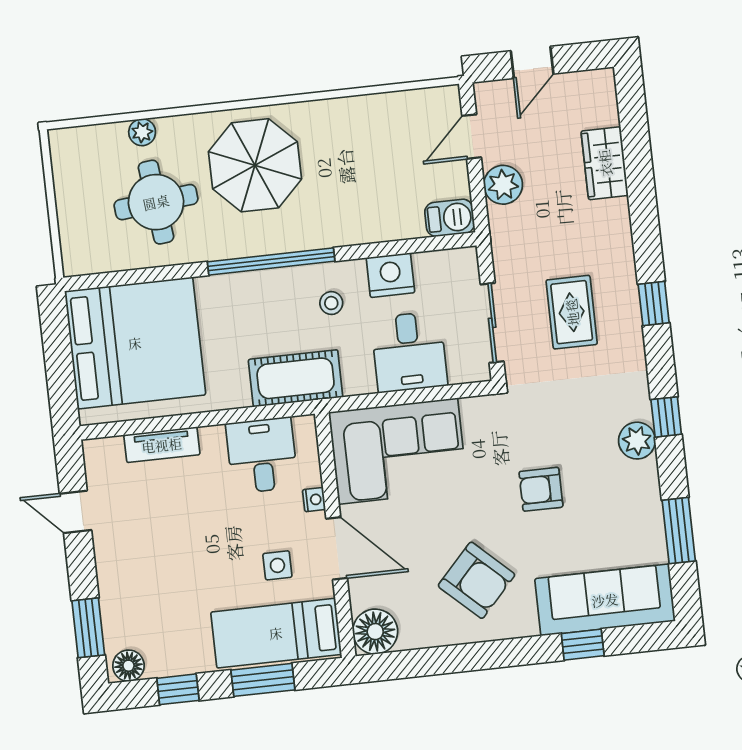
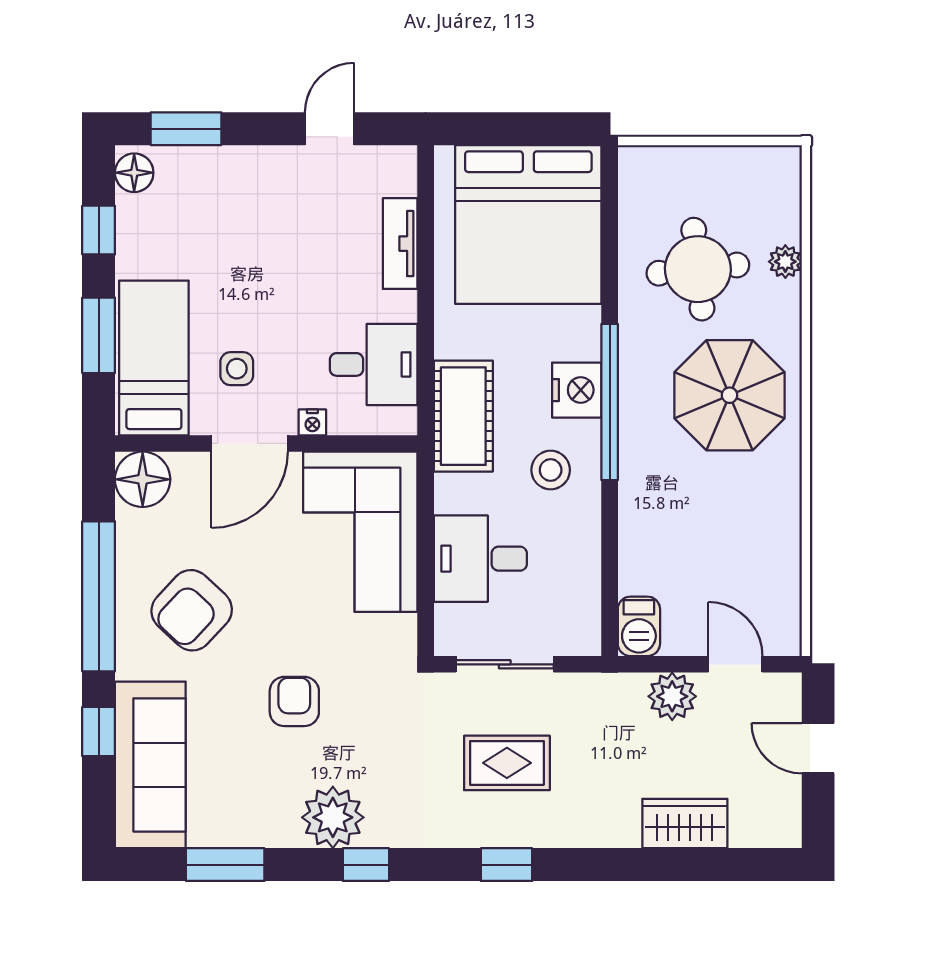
nightstand: (390, 275) -> (577, 390), moved
stool: (331, 303) -> (551, 470), width x1.37, depth x1.37
plant: (637, 441) -> (333, 817), width x1.36, depth x1.36
window: (474, 657) -> (99, 596), added

